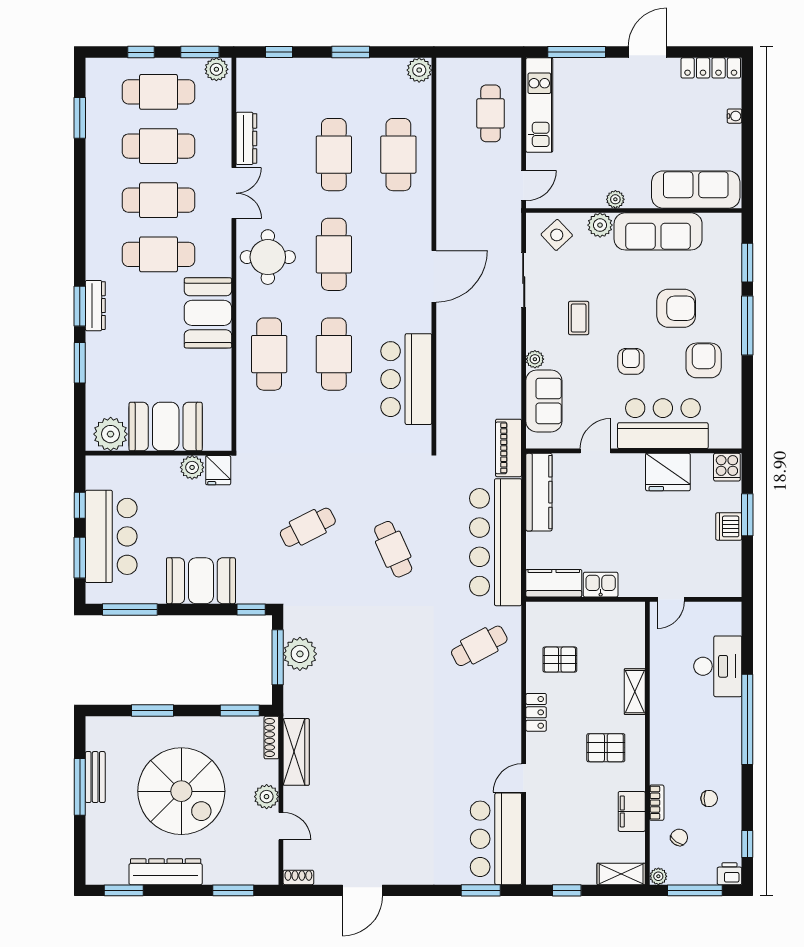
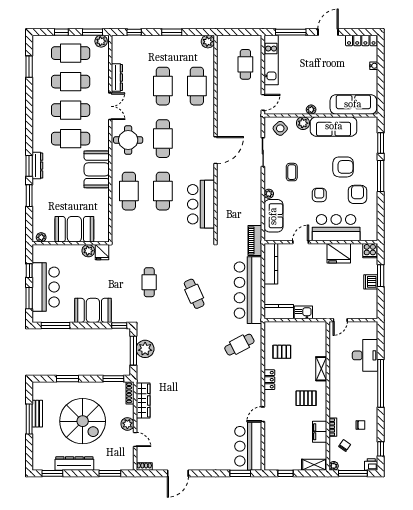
plant: (111, 434) -> (41, 237), width x0.53, depth x0.53
cafe table: (308, 527) -> (149, 282), turned -63

